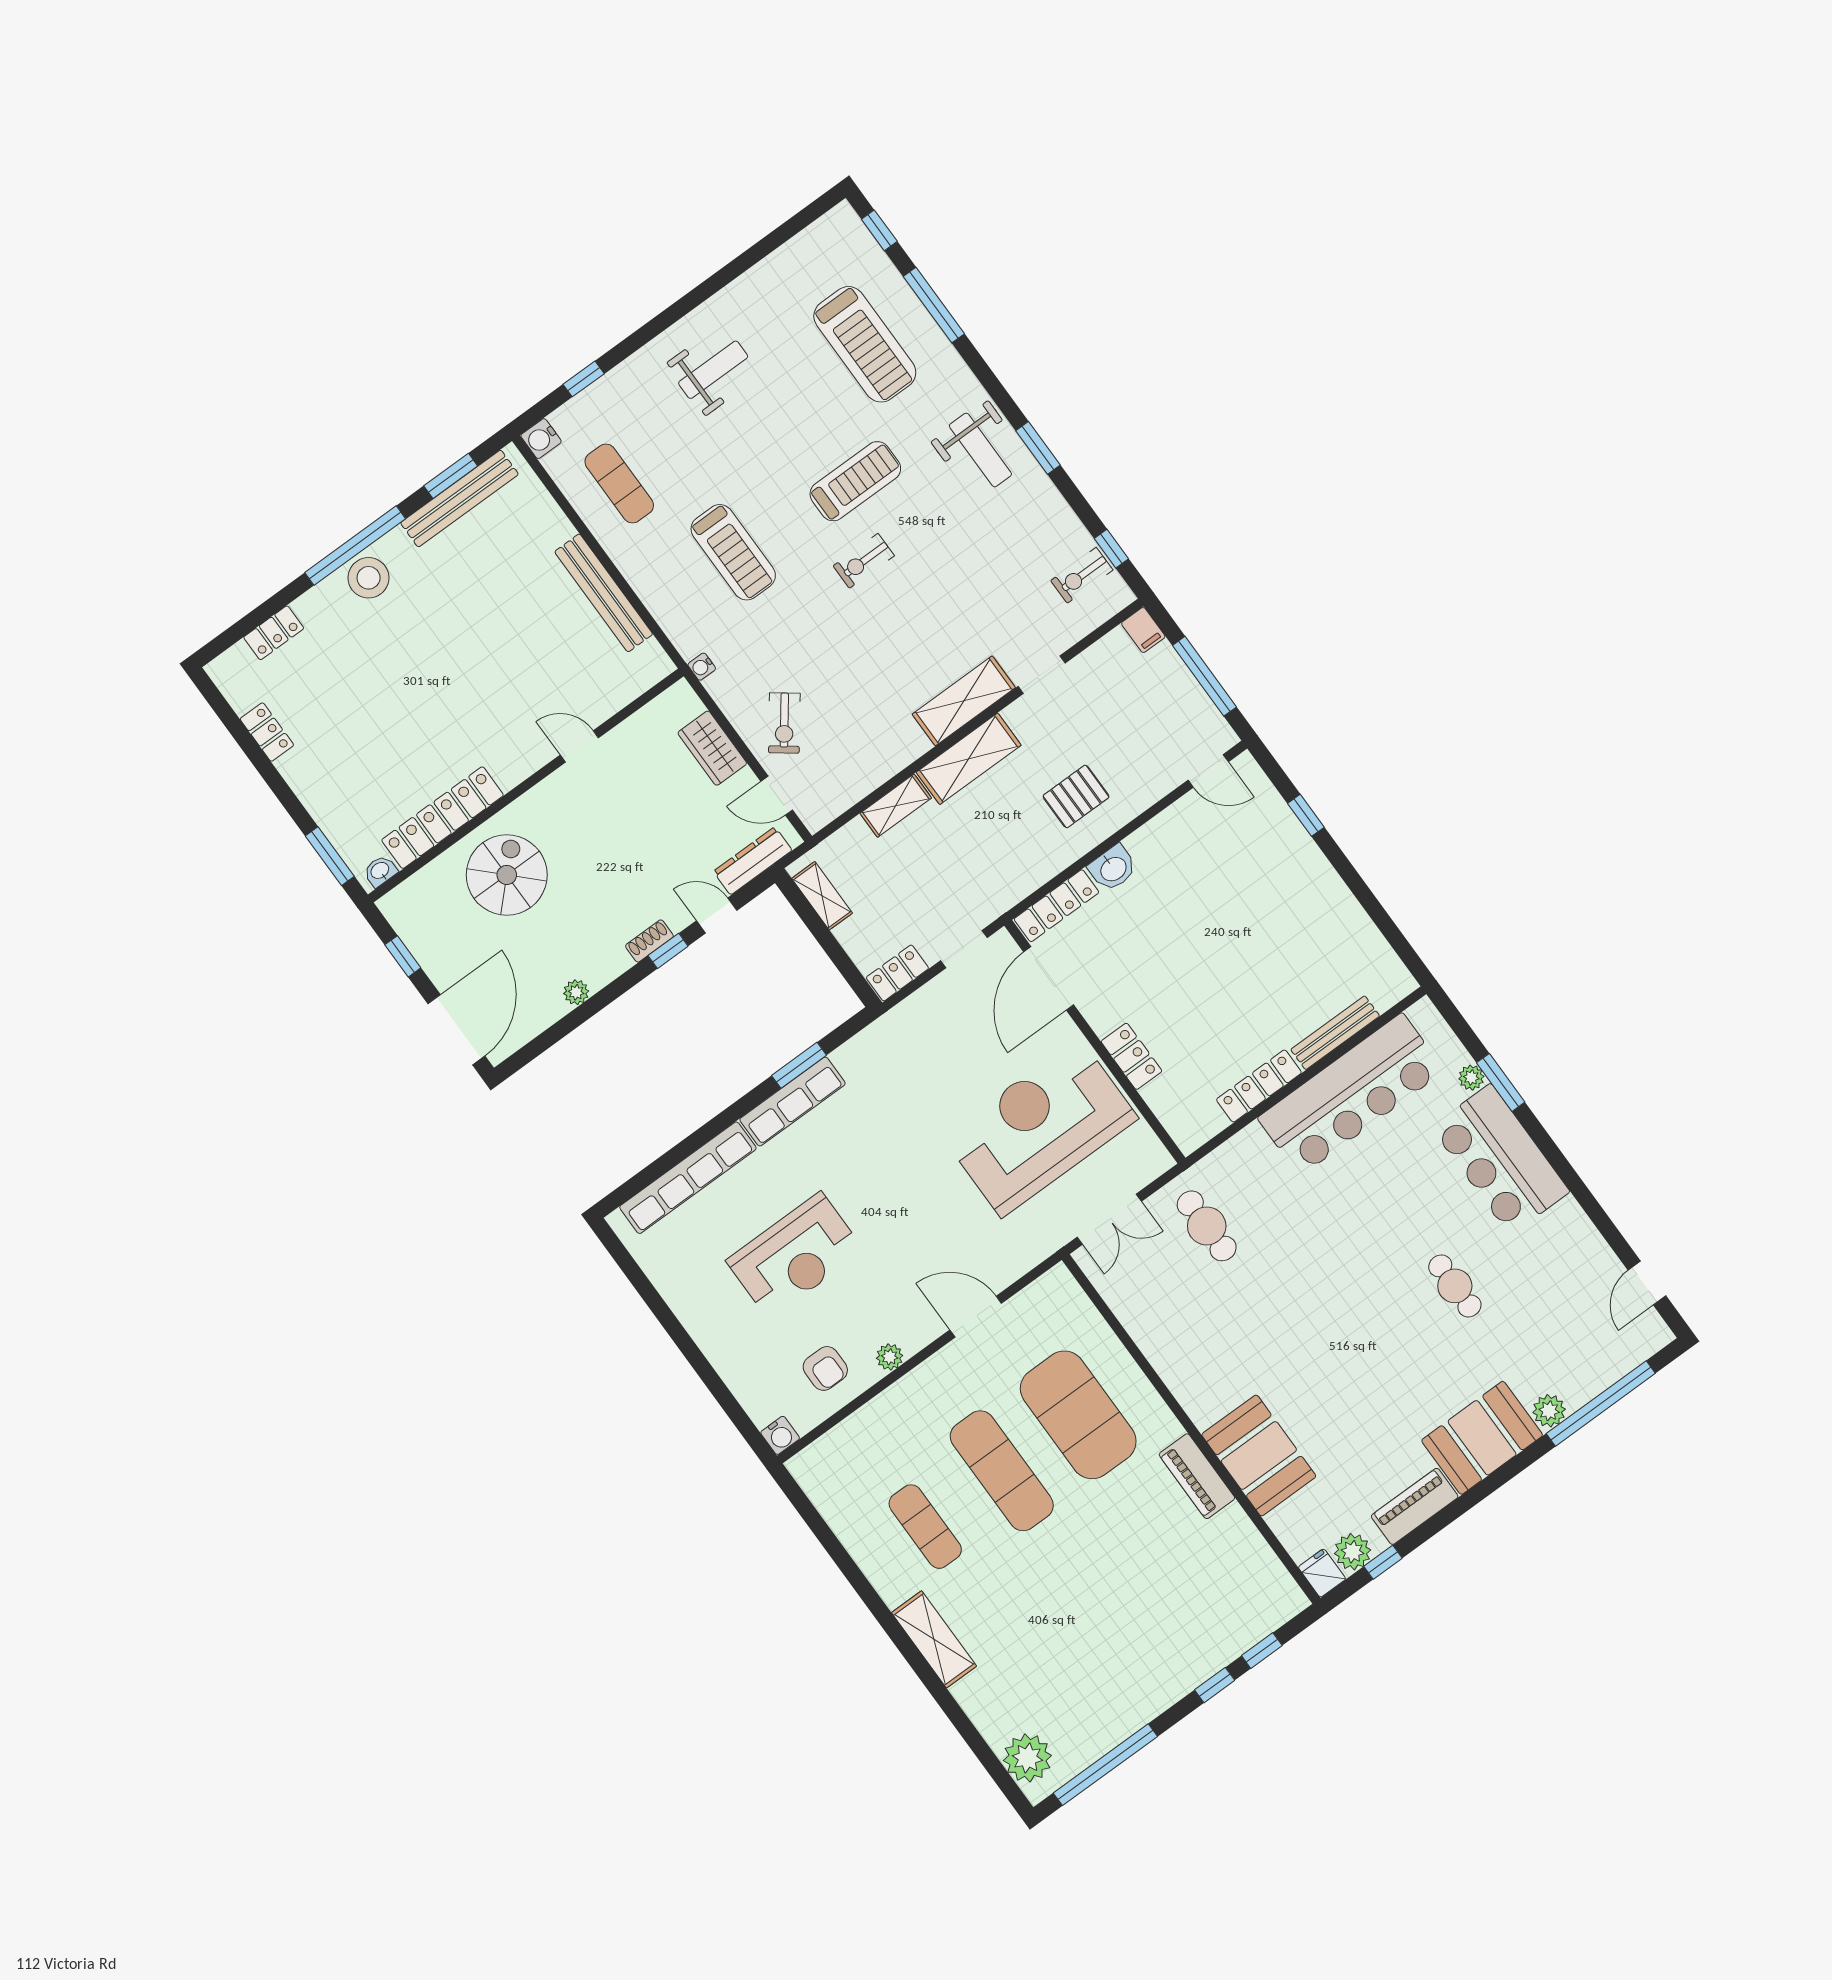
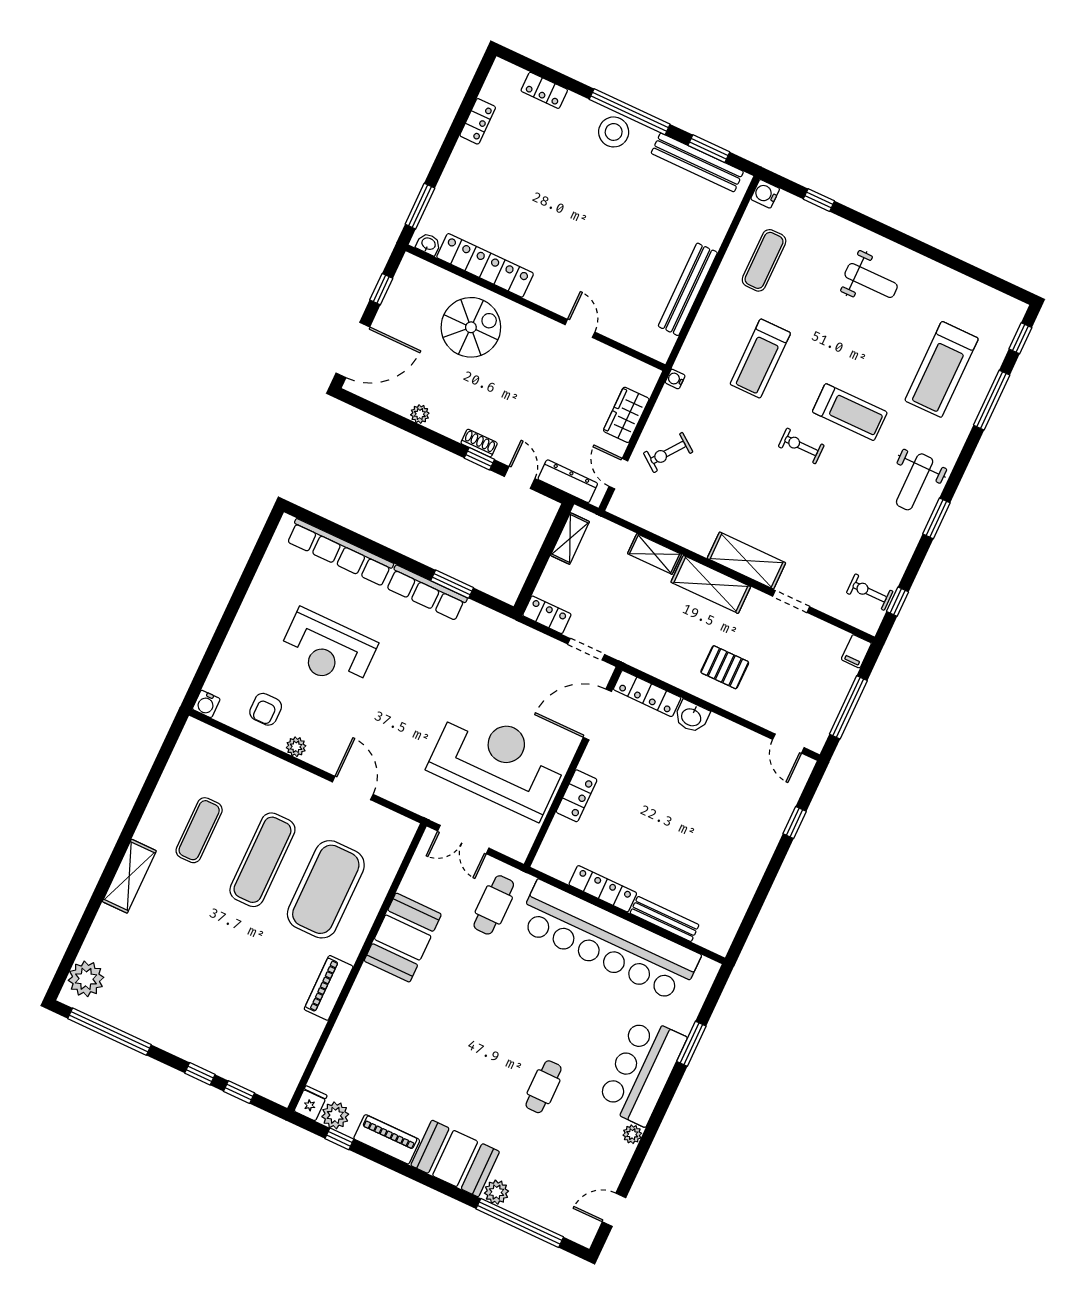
plant: (1471, 1078) -> (632, 1134), moved
bar counter: (1351, 1094) -> (608, 941), width x1.36
booth: (1259, 1455) -> (403, 938), moved

